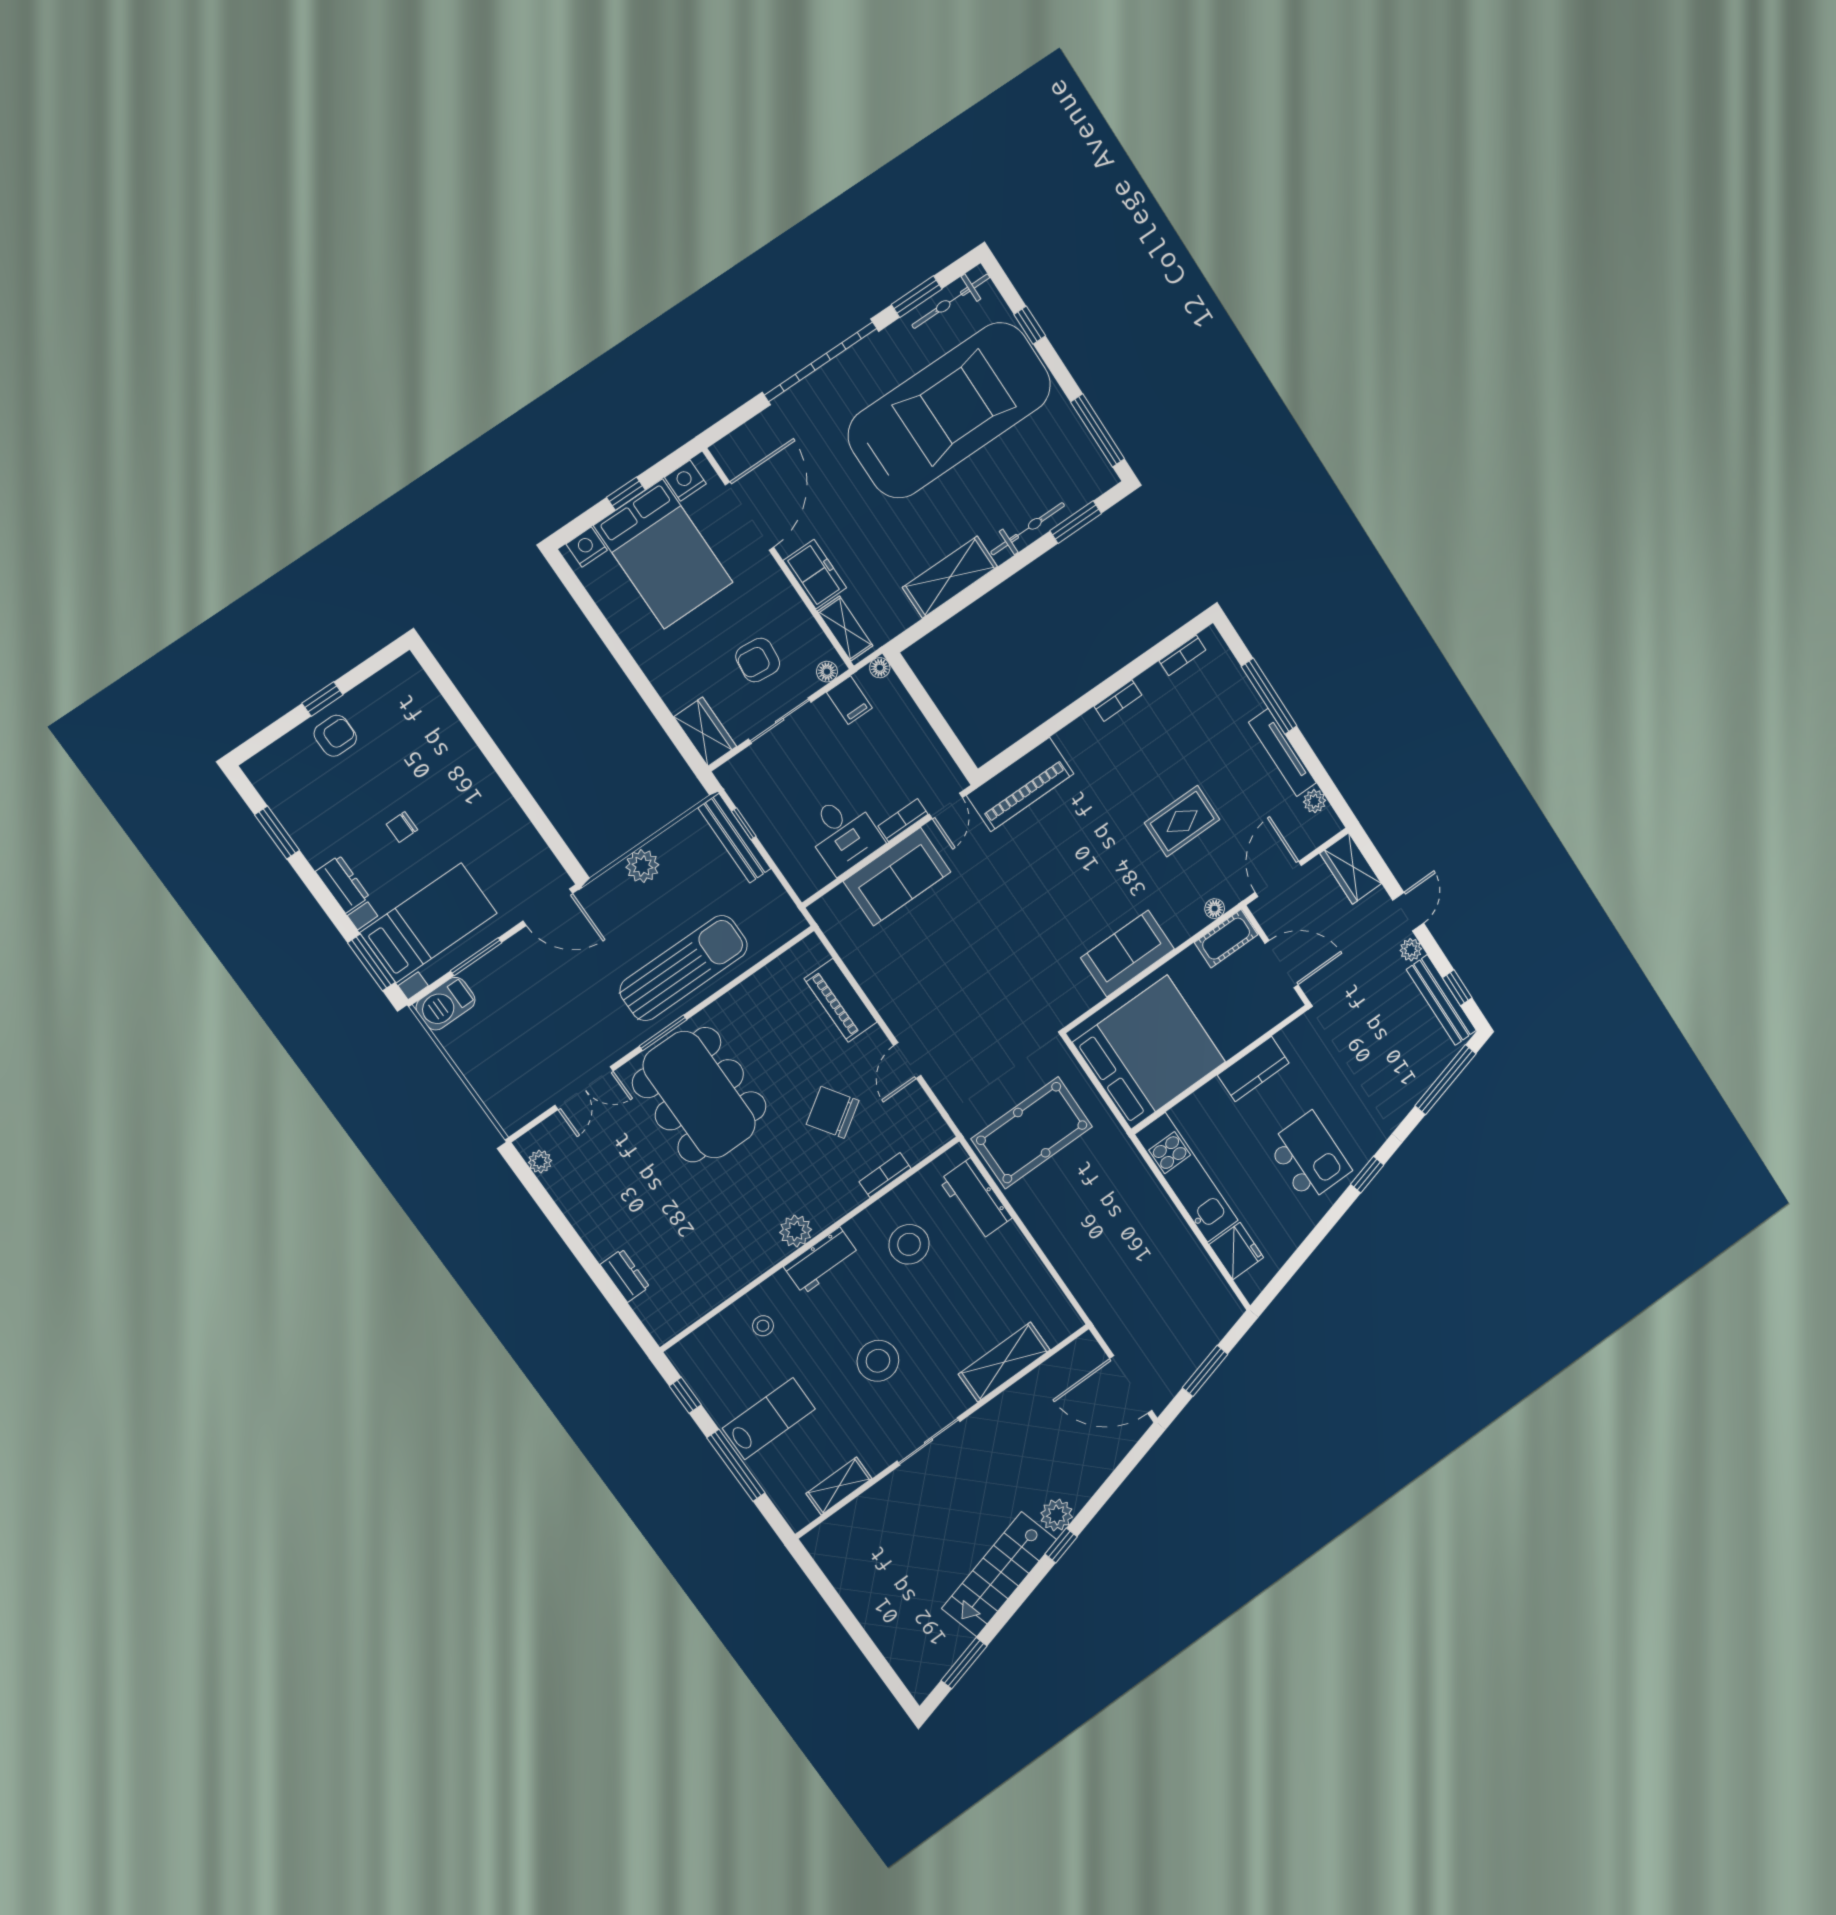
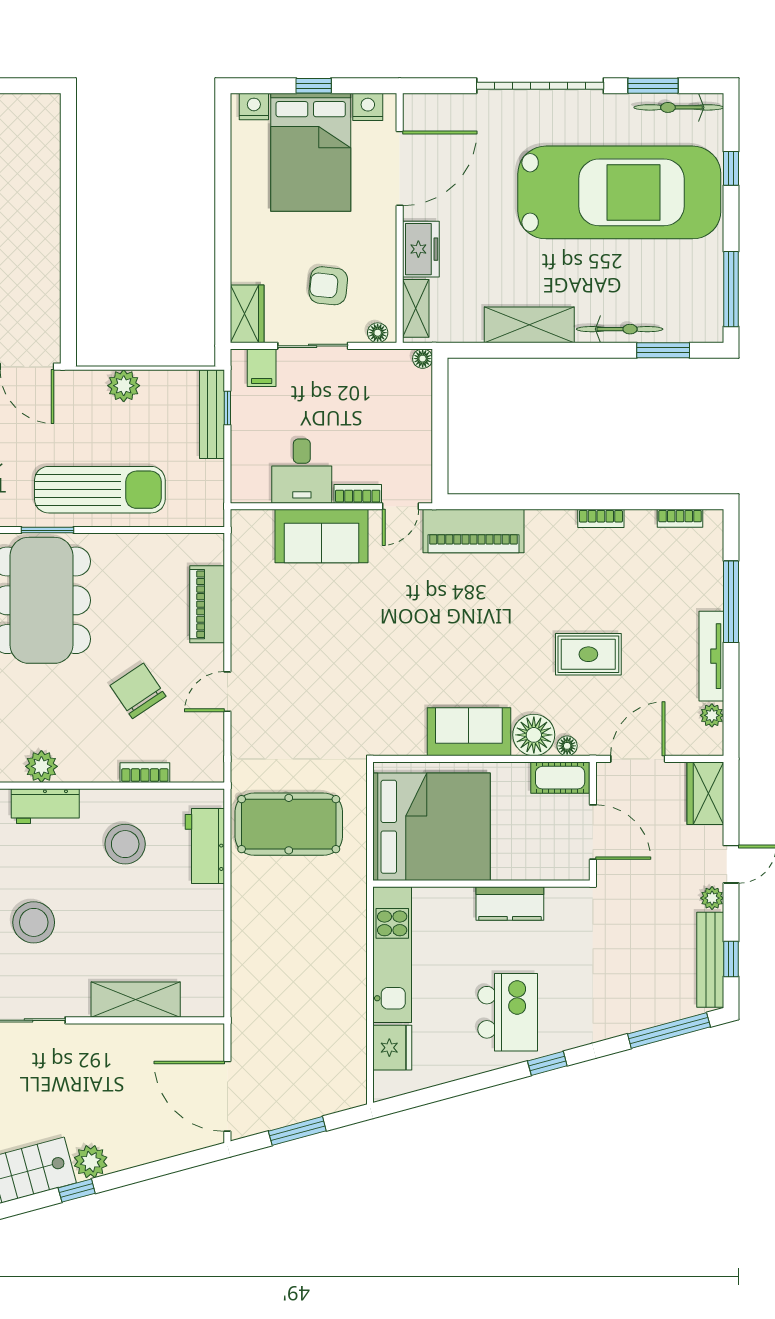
filing cabinet: (849, 700) -> (262, 368), moved
floor lamp: (1182, 919) -> (534, 735), added

